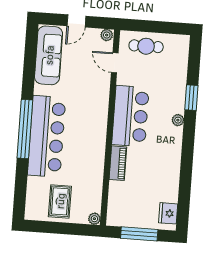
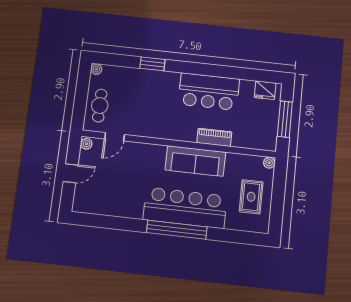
door: (76, 21) -> (71, 173), hinge flipped
sofa: (49, 55) -> (195, 161), moved, turned 180
bar counter: (130, 116) -> (209, 92), moved, turned 180
plant: (178, 120) -> (96, 69), moved
rug: (60, 201) -> (251, 197), turned 90

